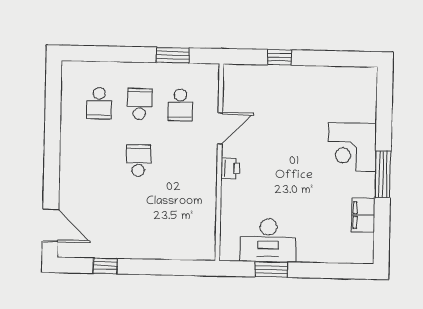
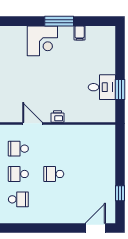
school desk: (180, 105) -> (18, 149), turned 180
filing cabinet: (363, 215) -> (80, 33), width x0.50
desk: (268, 240) -> (102, 87), width x0.73

